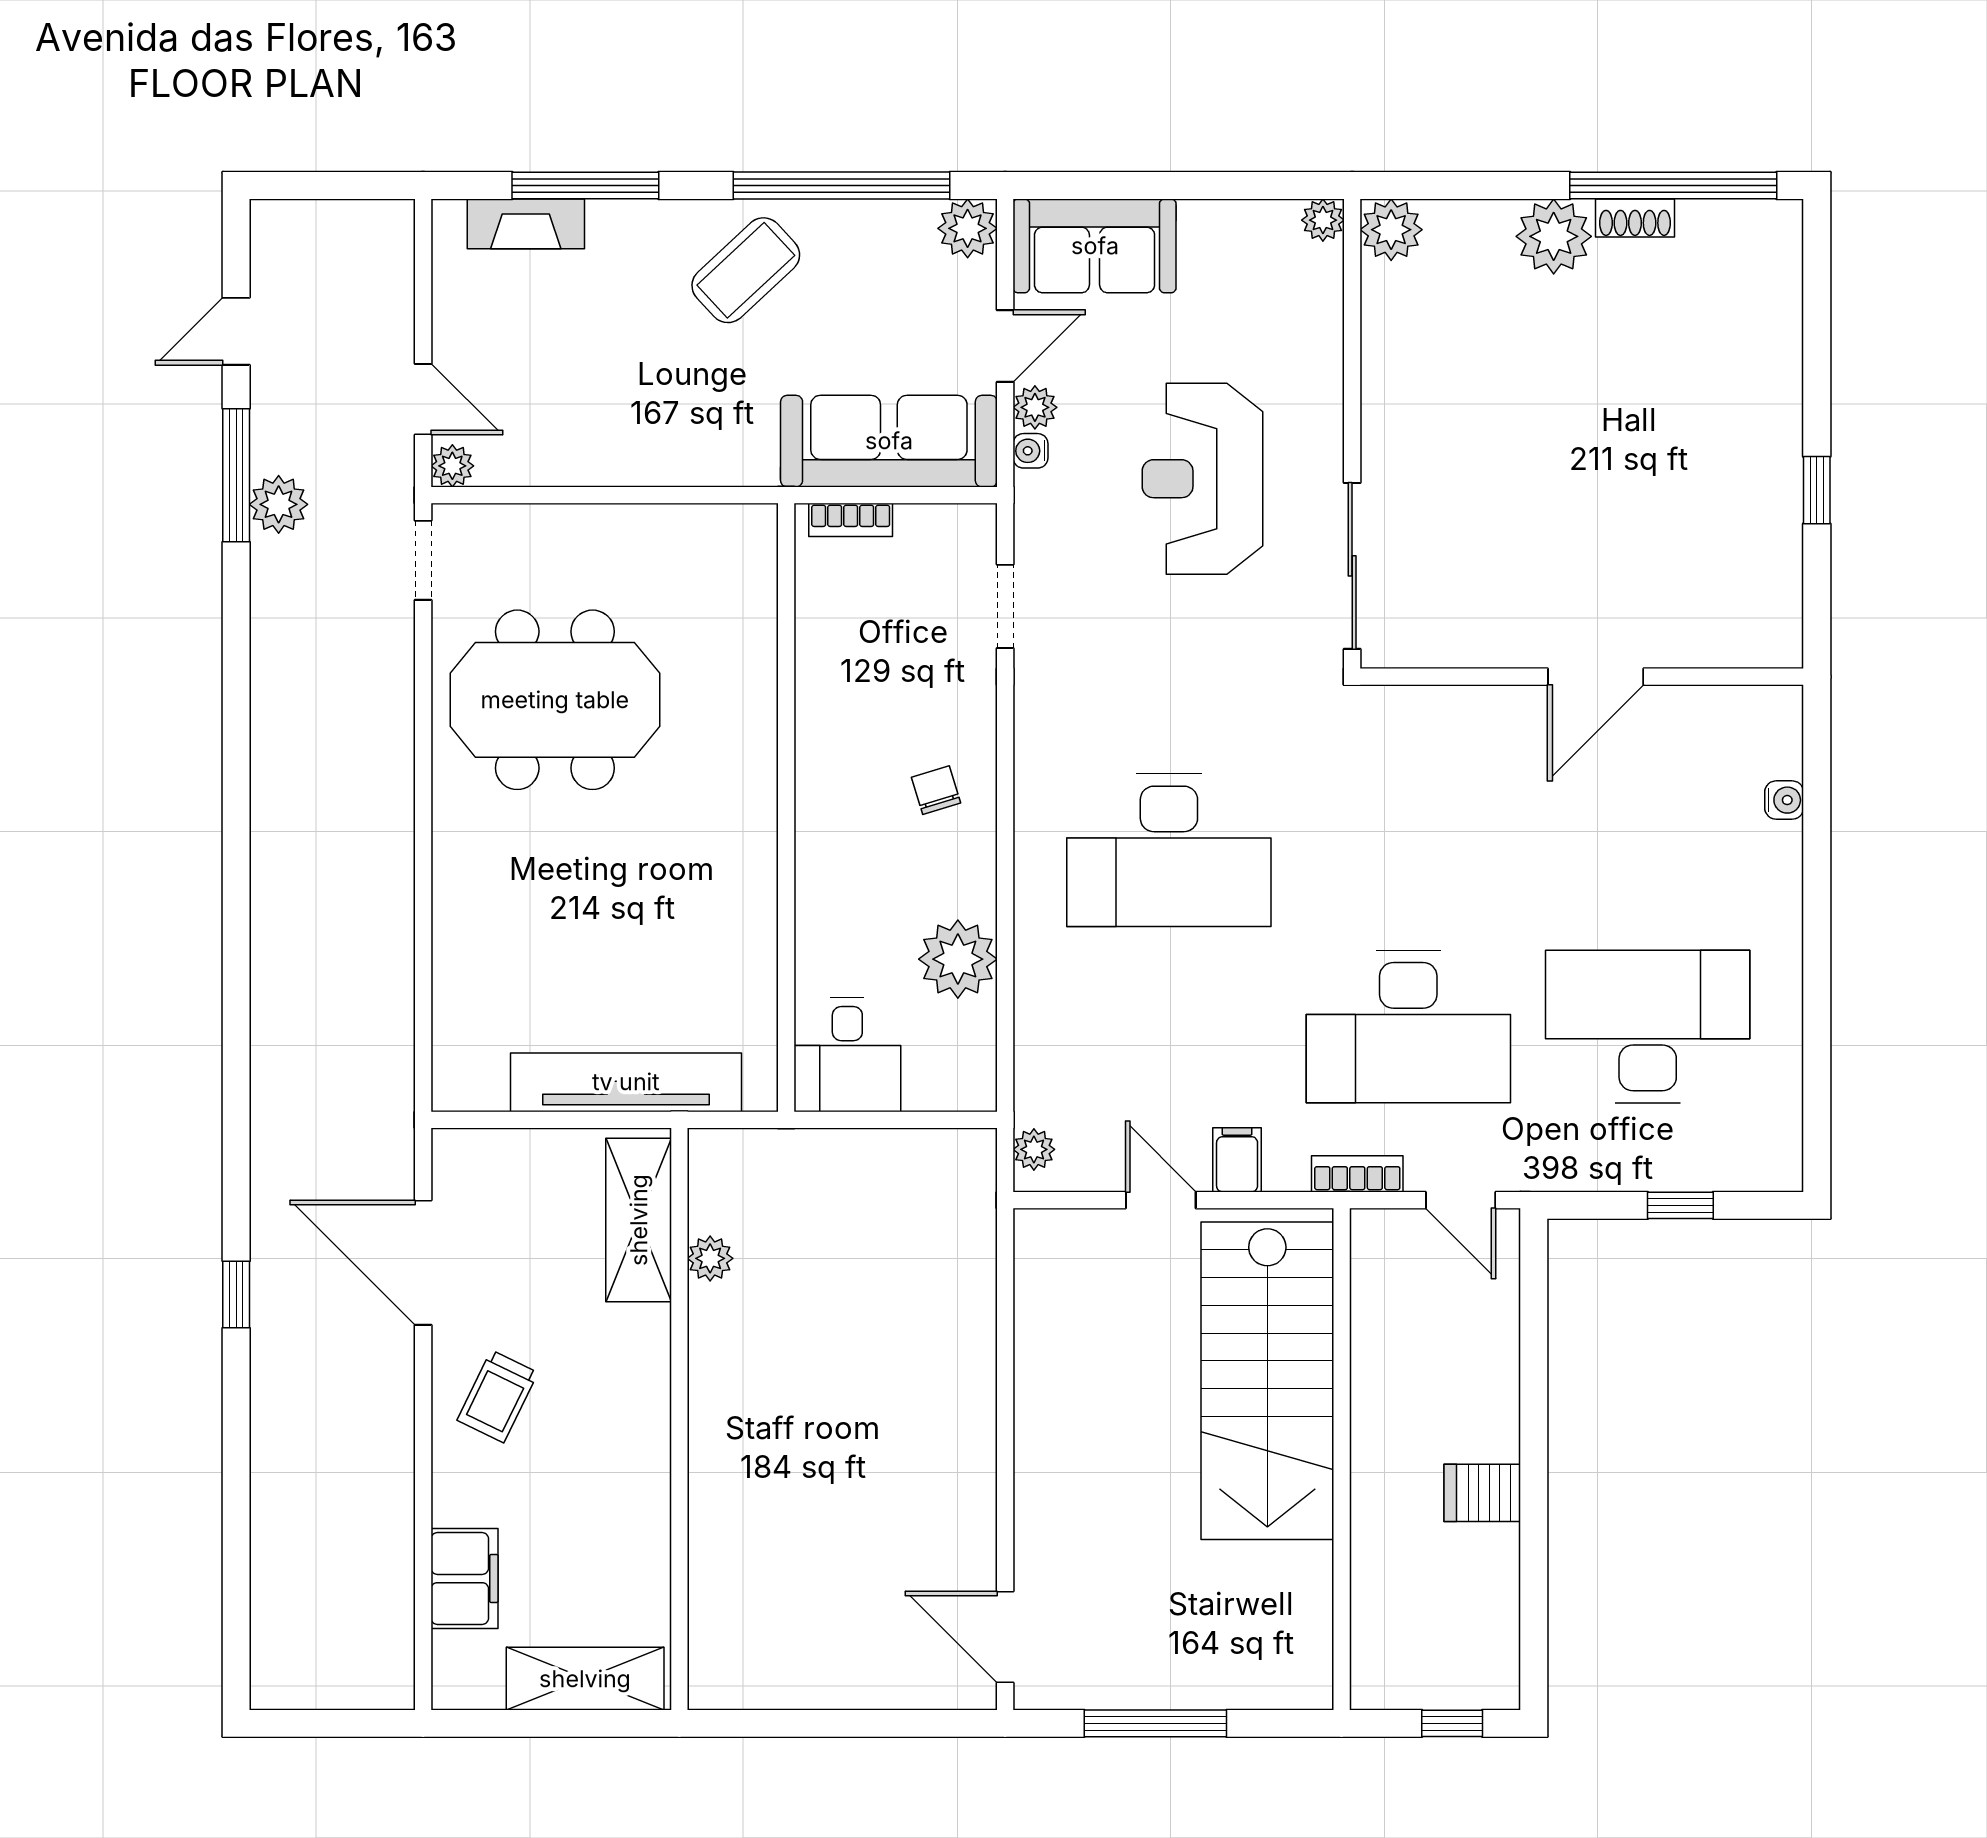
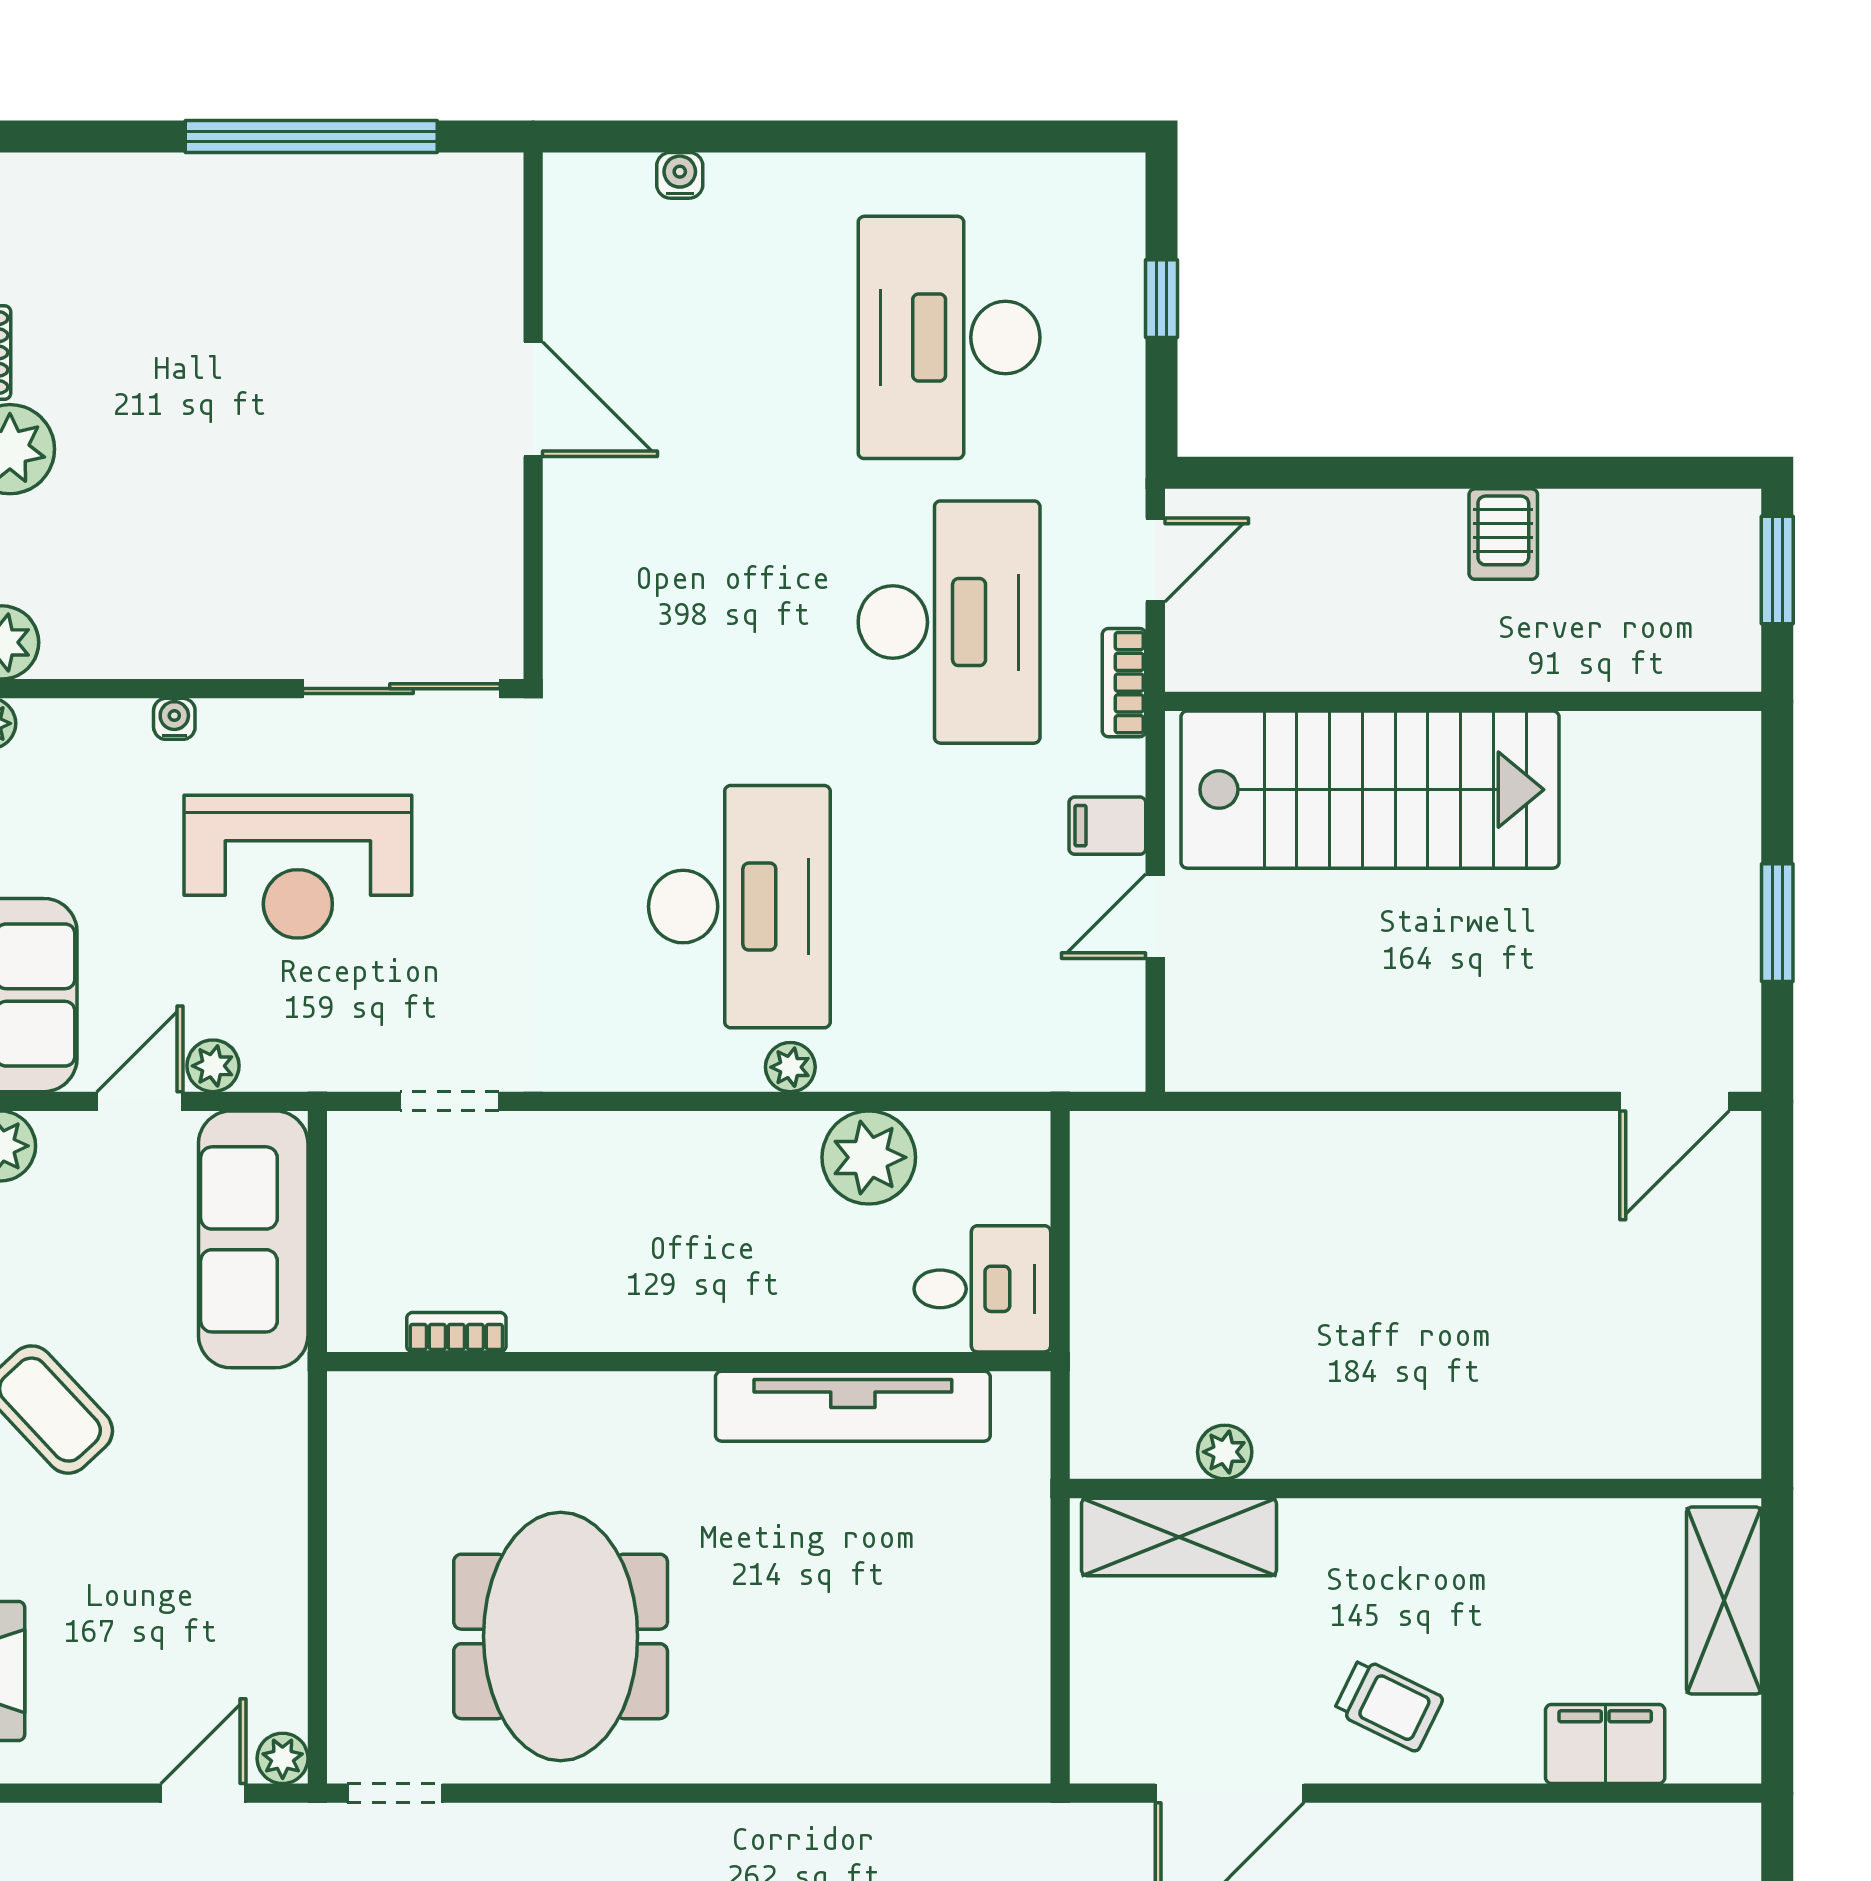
door: (1005, 346) -> (140, 1101), hinge flipped
water cooler: (1030, 451) -> (174, 719), moved, turned 180
window: (1817, 490) -> (311, 136), width x3.17
bookcase: (851, 520) -> (456, 1332), moved, turned -90
chair: (936, 790) -> (668, 1183), removed
tv unit: (626, 1082) -> (853, 1406), moved, turned -90
plant: (1034, 1149) -> (790, 1067), moved
window: (1155, 1723) -> (1777, 923), width x0.69
window: (1452, 1723) -> (1777, 570), width x1.50

